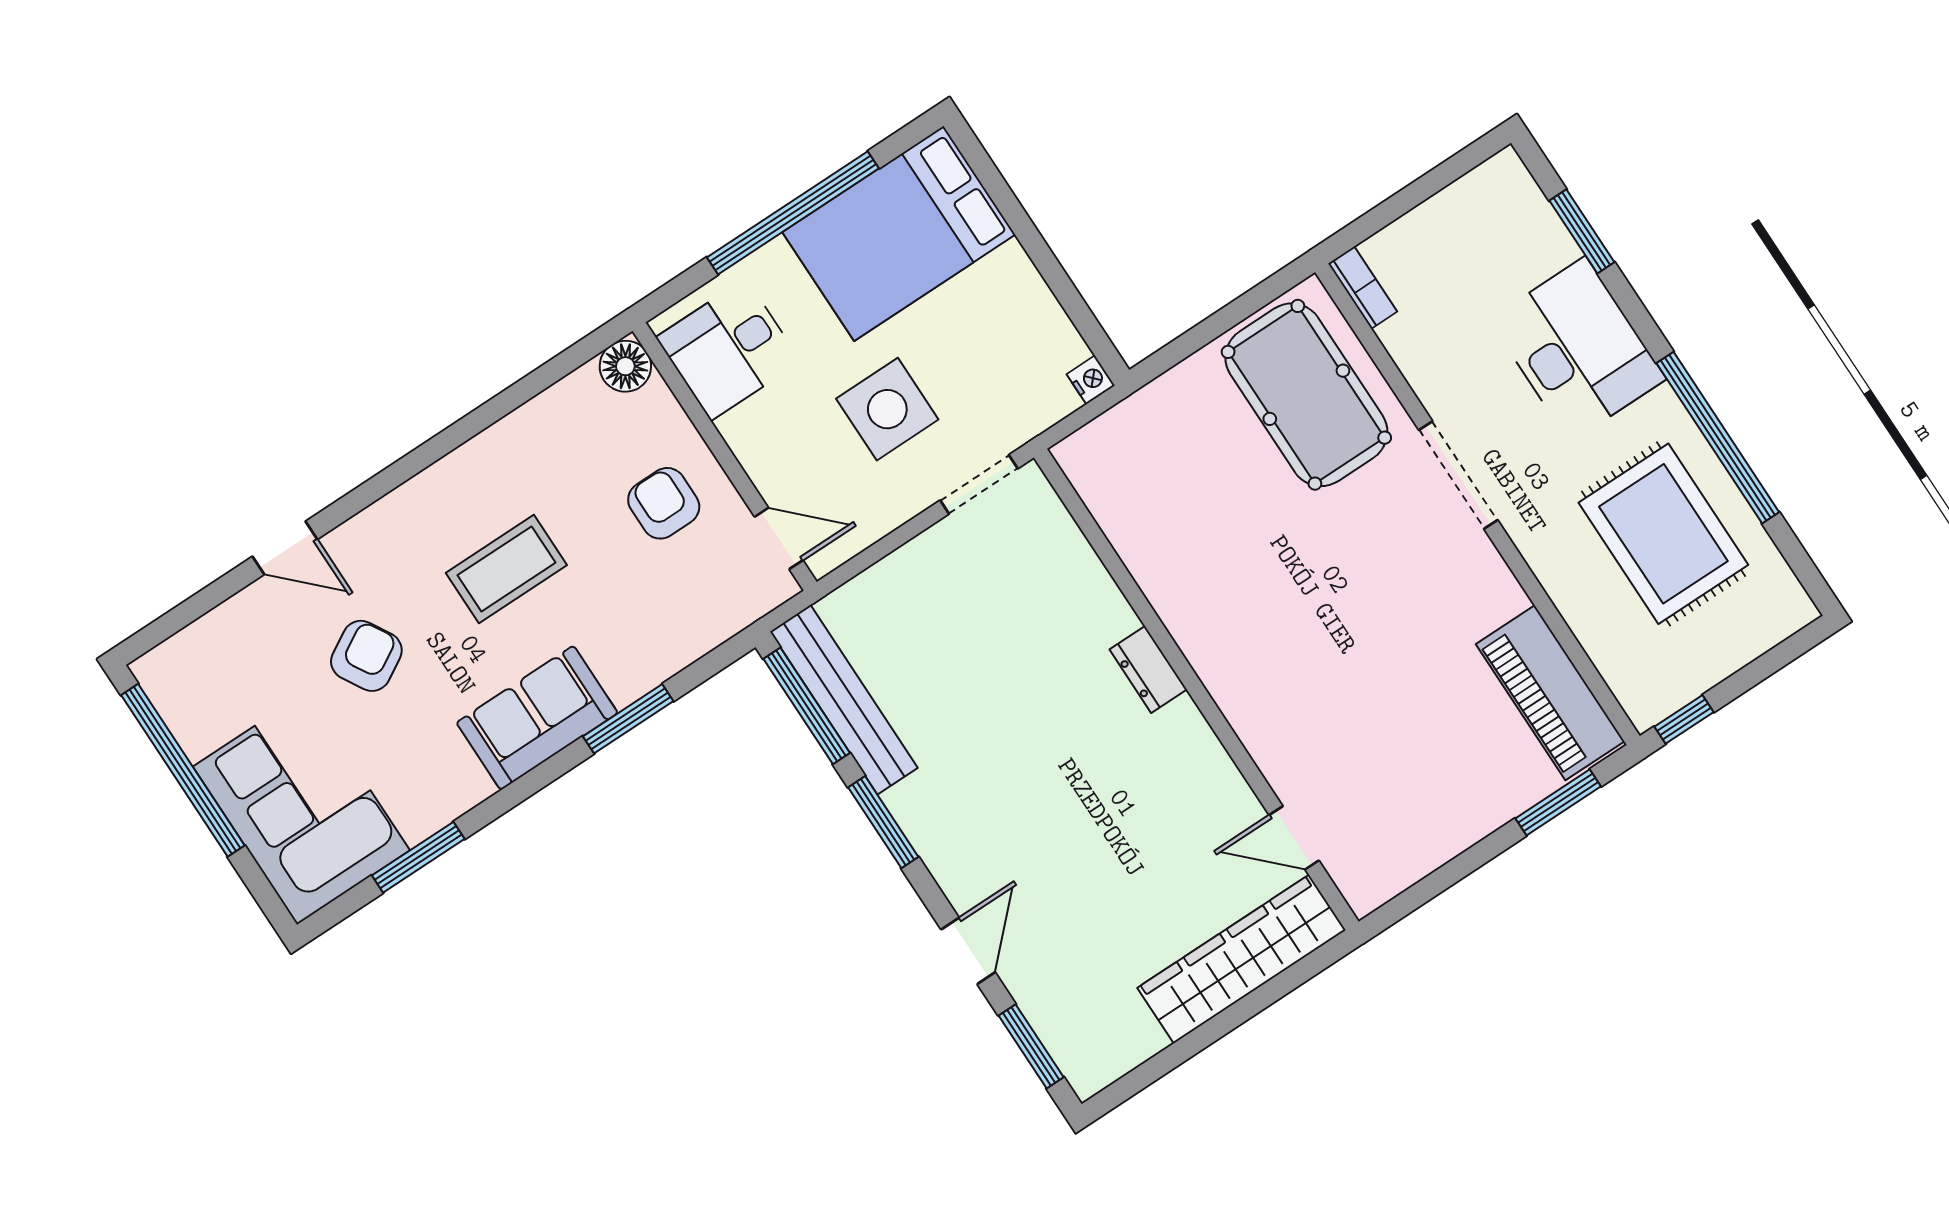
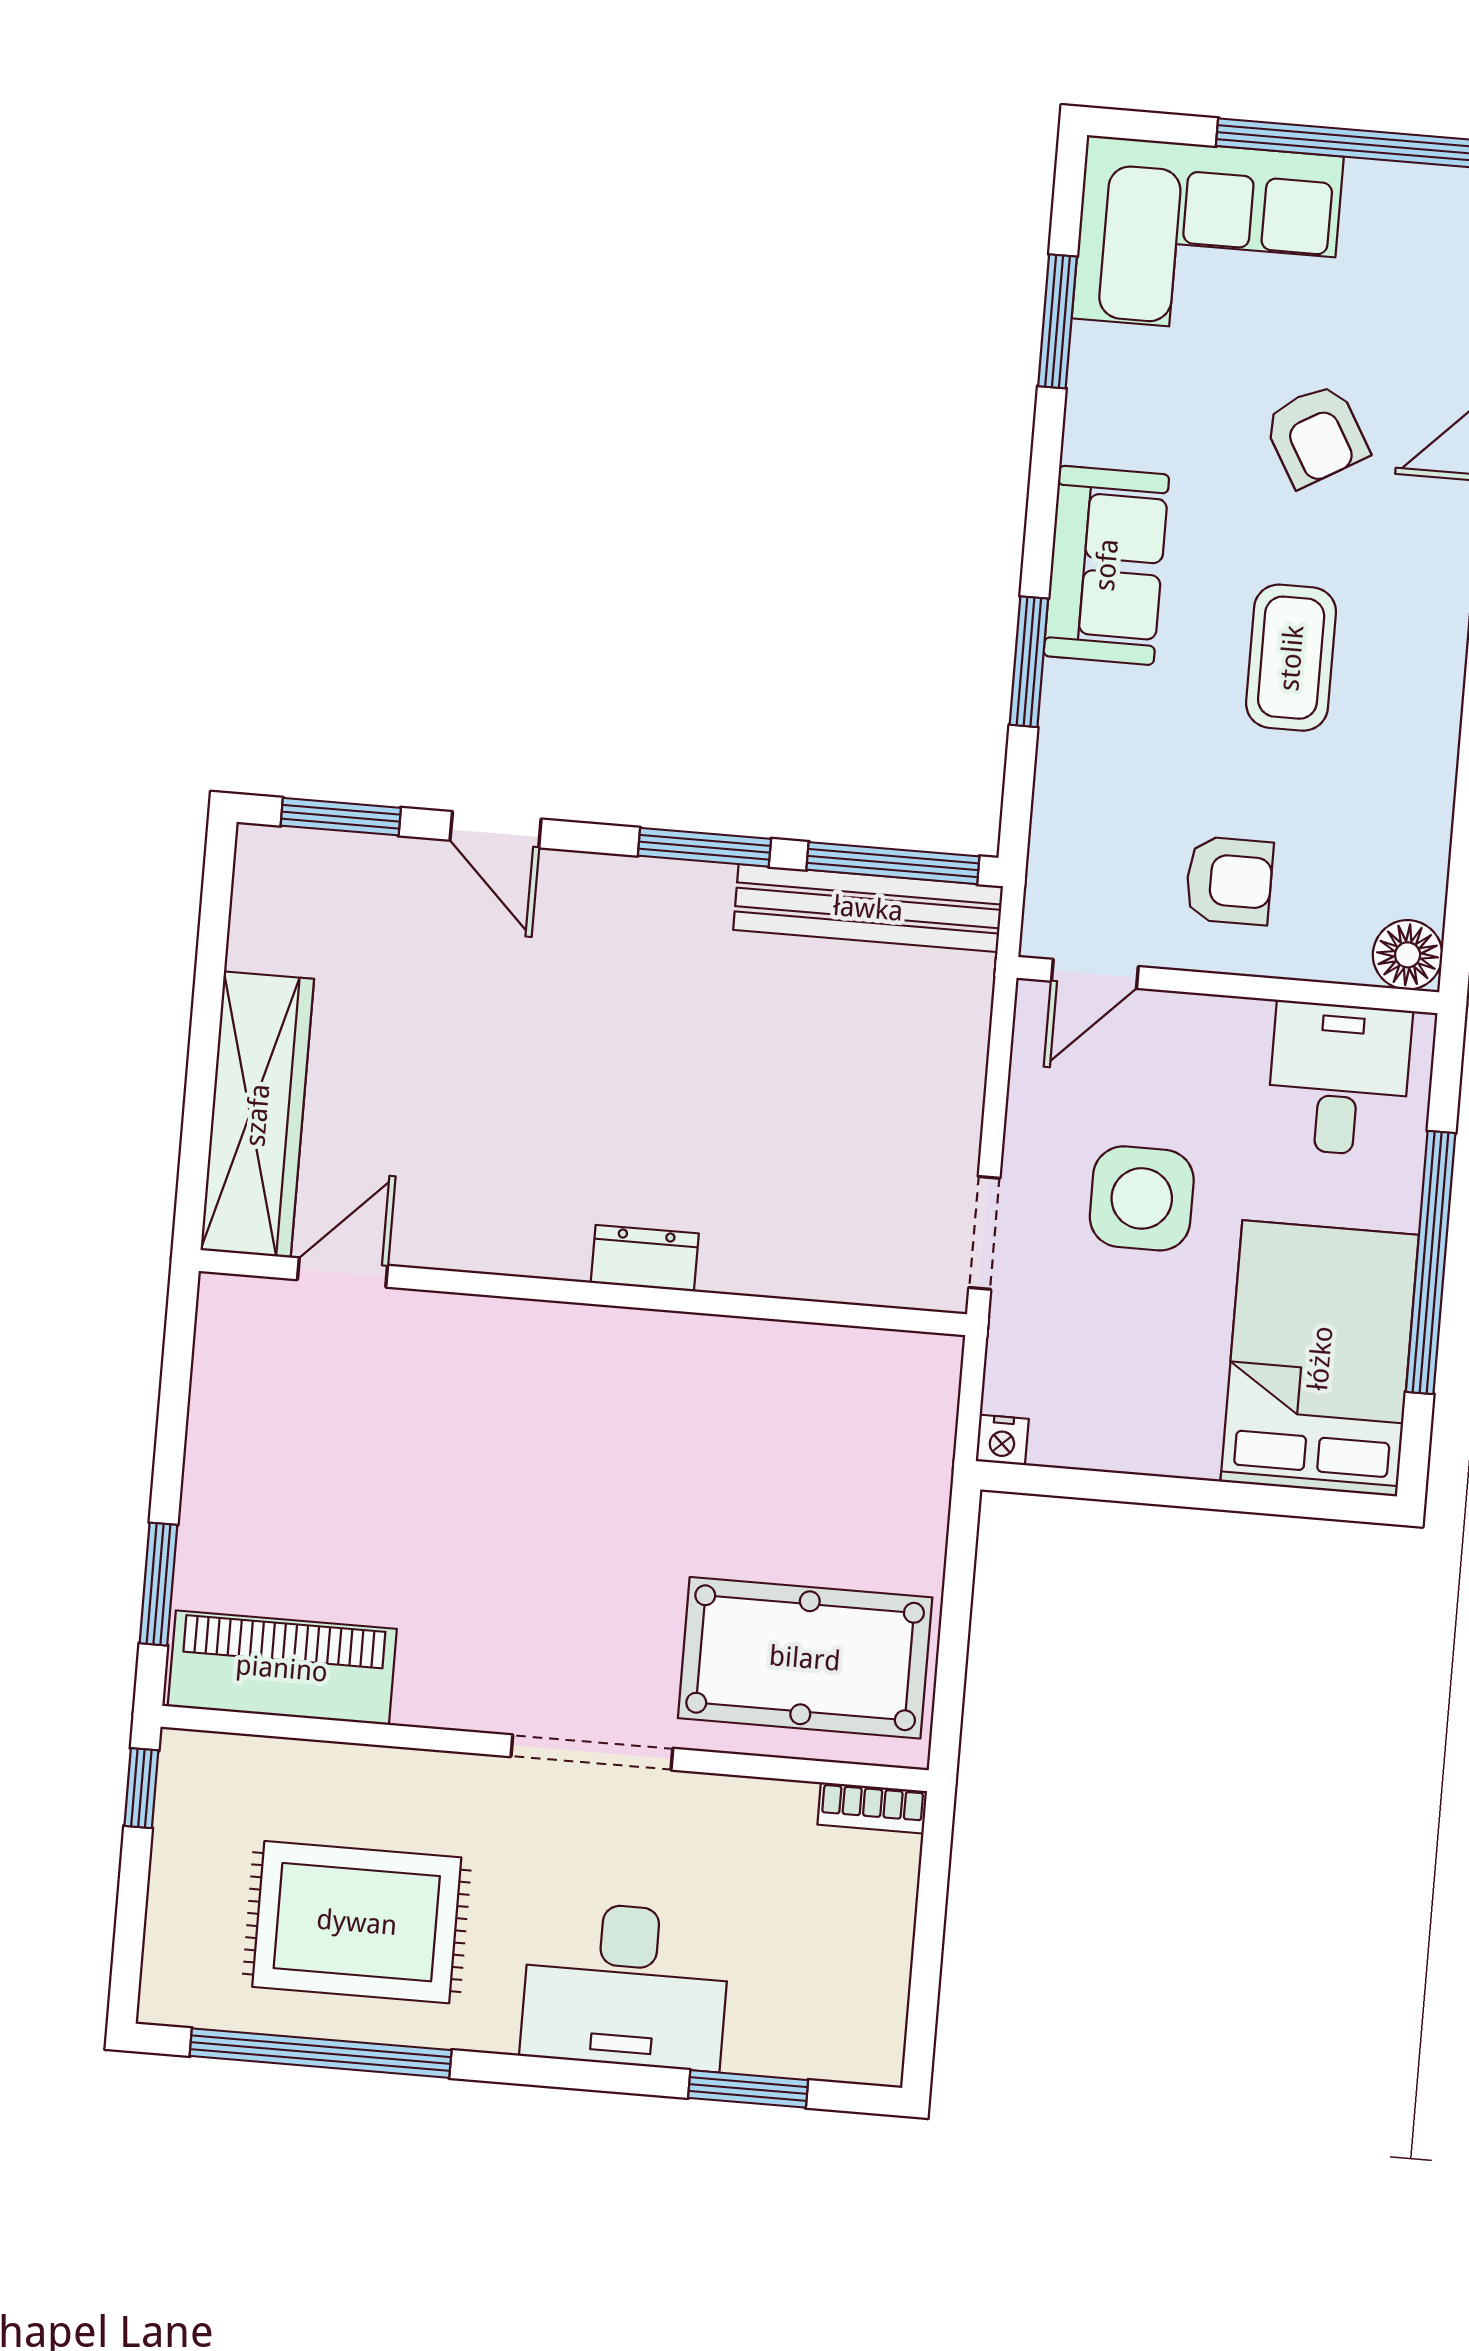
window: (1718, 438) -> (321, 2053), moved

